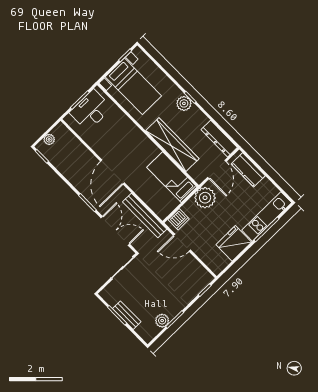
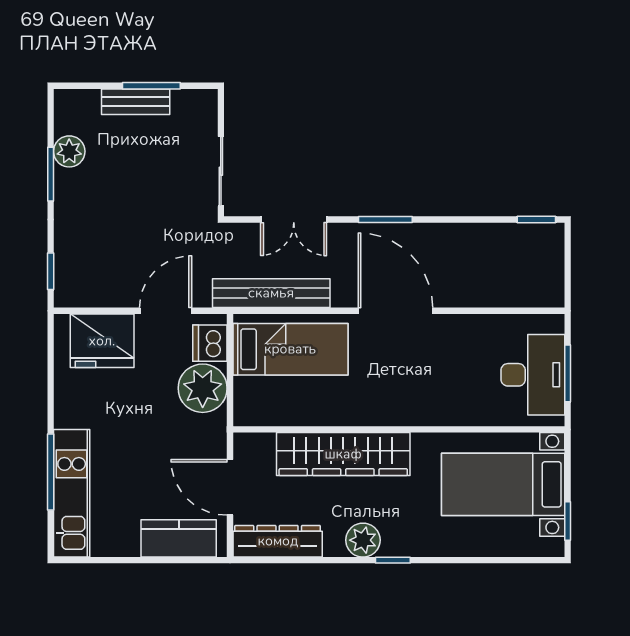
plant: (184, 103) -> (363, 540), moved
plant: (49, 139) -> (552, 259), removed
bed: (172, 177) -> (290, 349), moved
plant: (205, 198) -> (203, 388), moved
double door: (115, 231) -> (294, 220), width x0.73
fridge: (234, 243) -> (102, 341), moved, turned 90

